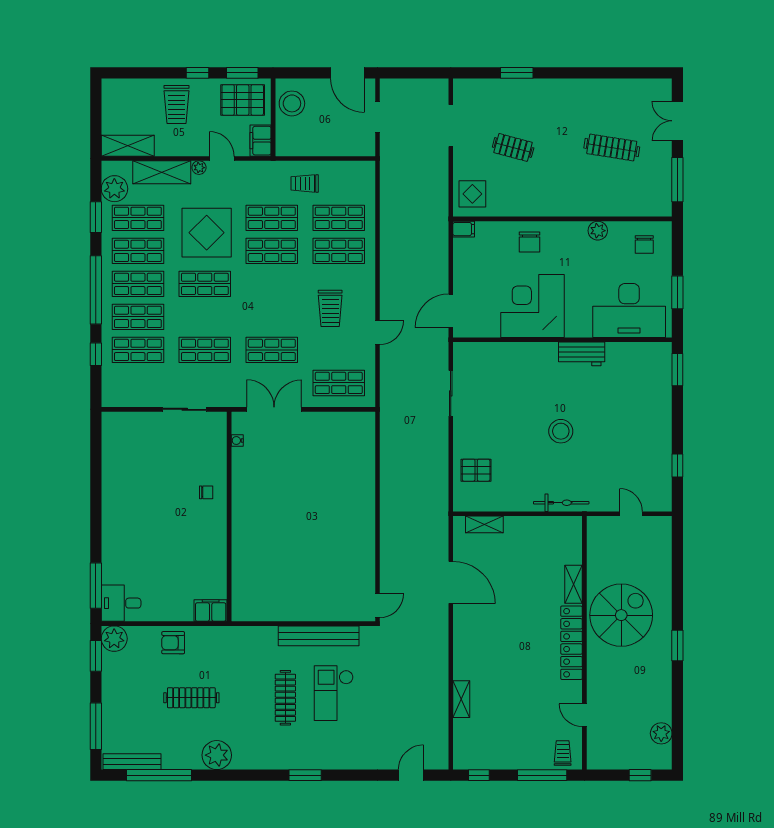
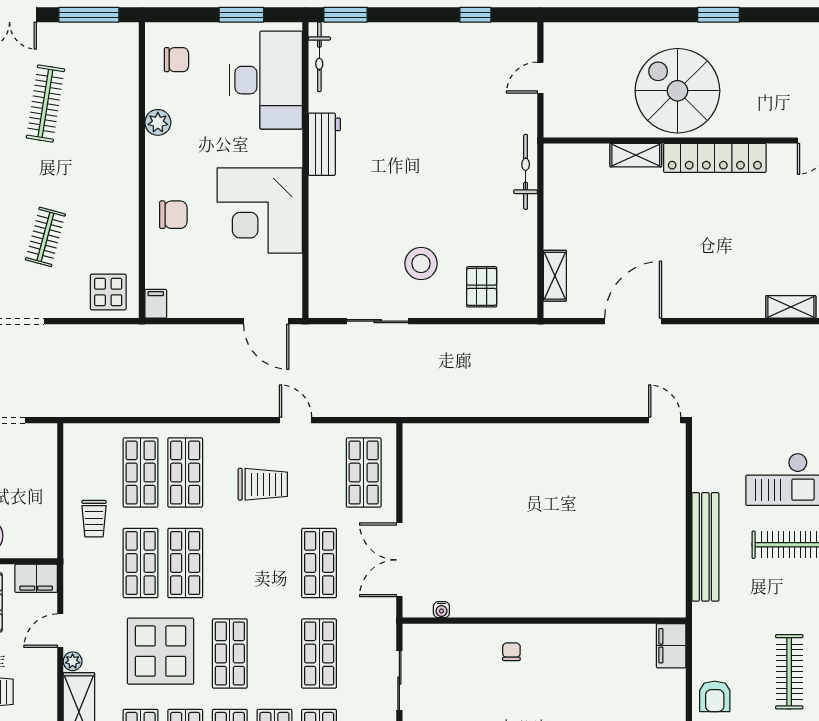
bicycle: (646, 350) -> (319, 57), added
stool: (561, 431) -> (421, 264), moved
bench: (319, 636) -> (705, 547), moved

